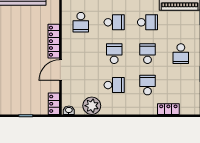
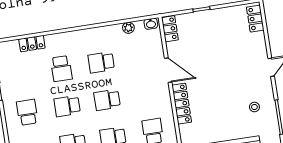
school desk: (114, 54) -> (107, 100), turned 90
school desk: (148, 54) -> (67, 106), turned 90
door: (61, 70) -> (168, 70), hinge flipped
plant: (92, 106) -> (128, 28), width x0.53, depth x0.53

